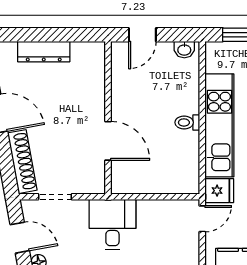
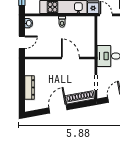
door: (142, 35) -> (22, 42), hinge flipped
door: (108, 141) -> (70, 58), hinge flipped

